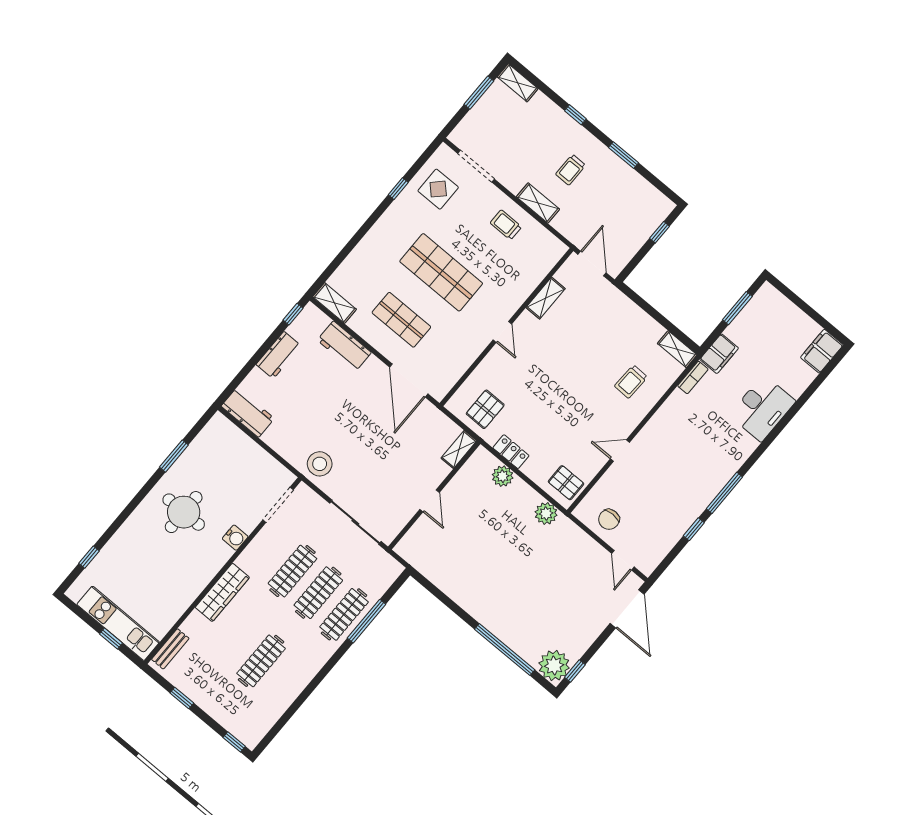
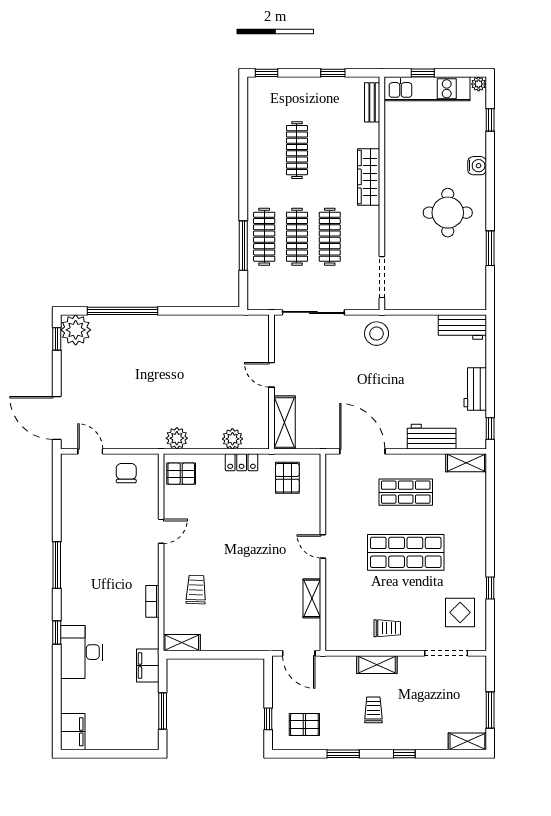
pallet: (635, 204) -> (304, 724), added
bookcase: (693, 377) -> (152, 601), moved
shelving: (459, 449) -> (284, 422), width x1.50, depth x1.33
window: (694, 529) -> (57, 632), moved
water cooler: (235, 538) -> (477, 166), moved, turned 180
plant: (74, 593) -> (479, 84), added

